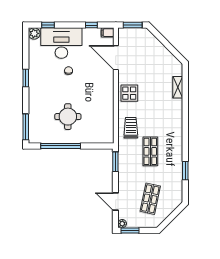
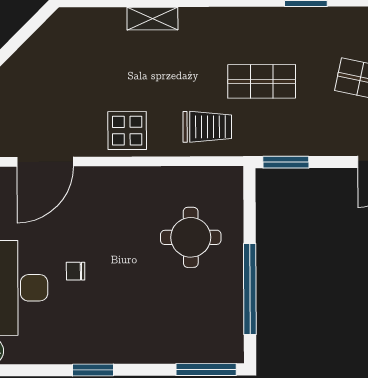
shelving: (178, 87) -> (152, 19), moved
round table: (68, 117) -> (191, 237), moved
trolley: (131, 128) -> (207, 127), turned 180

